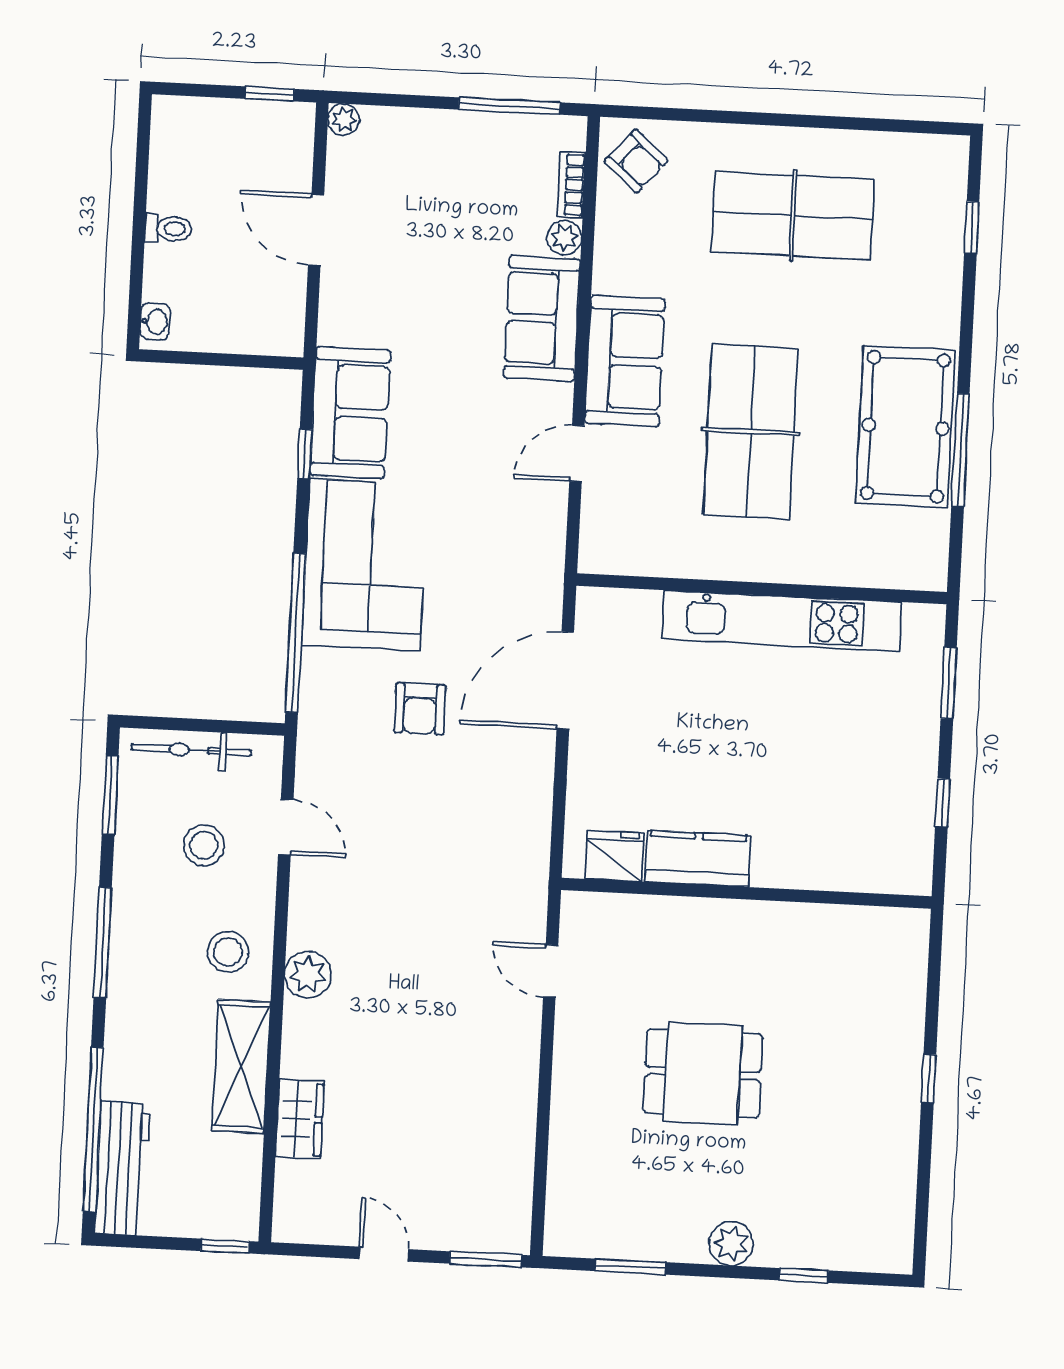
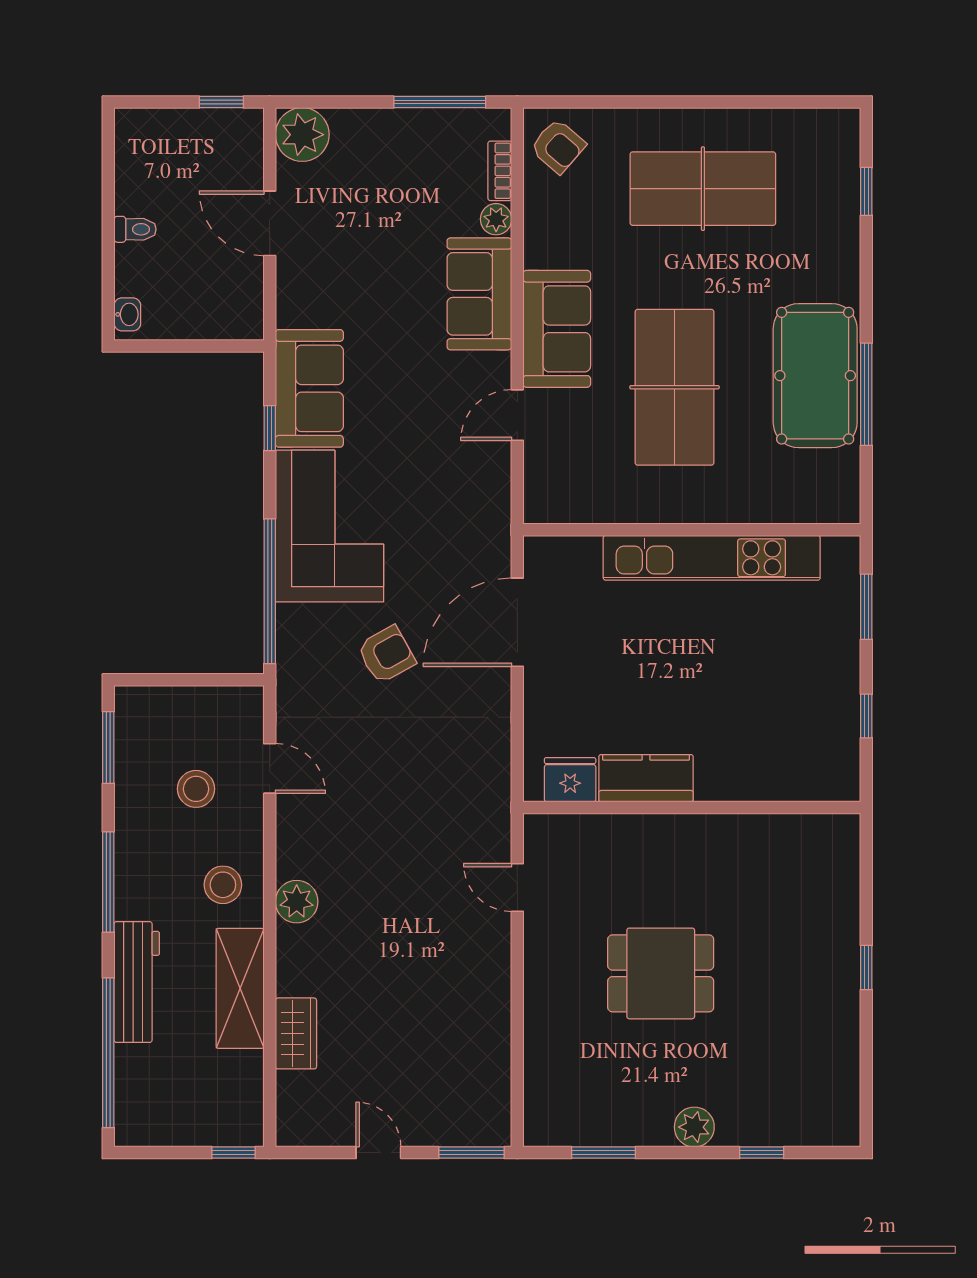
plant: (344, 120) -> (302, 135), width x1.88, depth x1.88
armchair: (420, 709) -> (386, 655), turned -119
bicycle: (191, 750) -> (180, 703), removed
workbench: (122, 1168) -> (137, 982), moved

